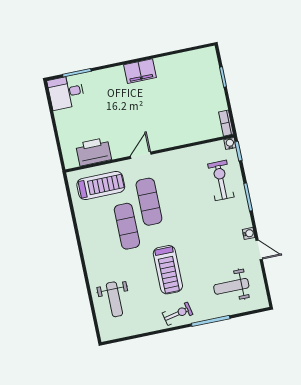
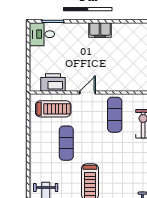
exercise mat: (149, 202) -> (115, 115), moved

